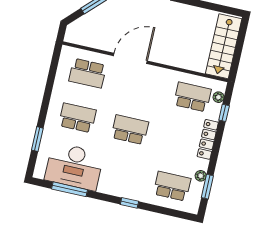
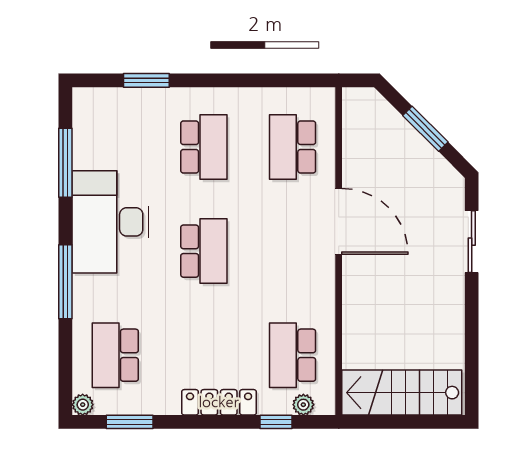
school desk: (192, 97) -> (292, 355), turned 180
desk: (74, 166) -> (111, 222), moved
plant: (201, 176) -> (83, 405), moved
school desk: (172, 186) -> (115, 355), turned 180
window: (129, 203) -> (65, 282), width x2.17

